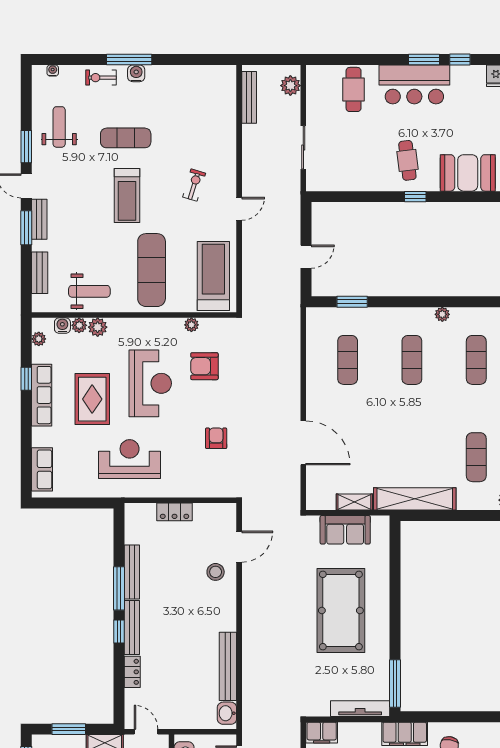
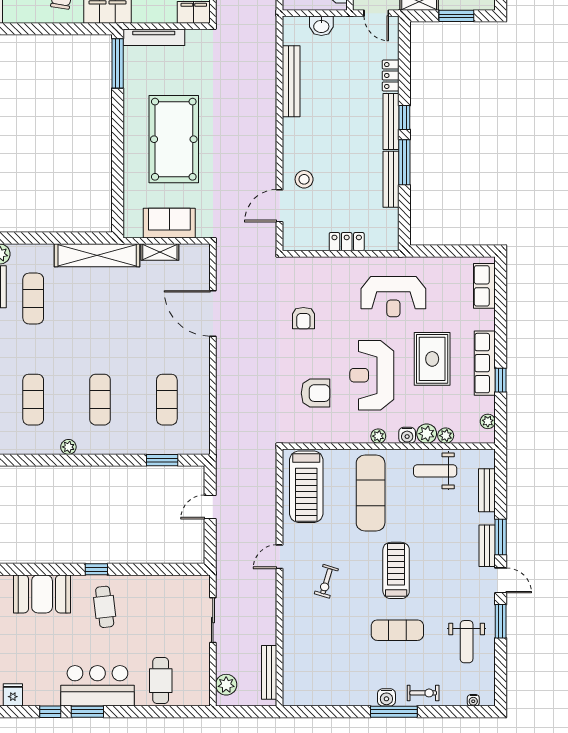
plant: (191, 325) -> (378, 436), moved
water cooler: (62, 326) -> (407, 435), moved
washbasin: (227, 713) -> (321, 26), moved, turned 90

